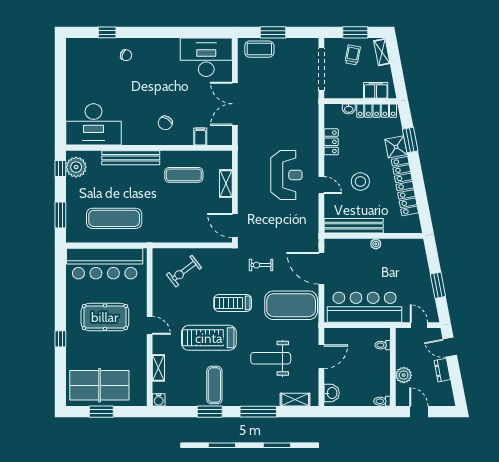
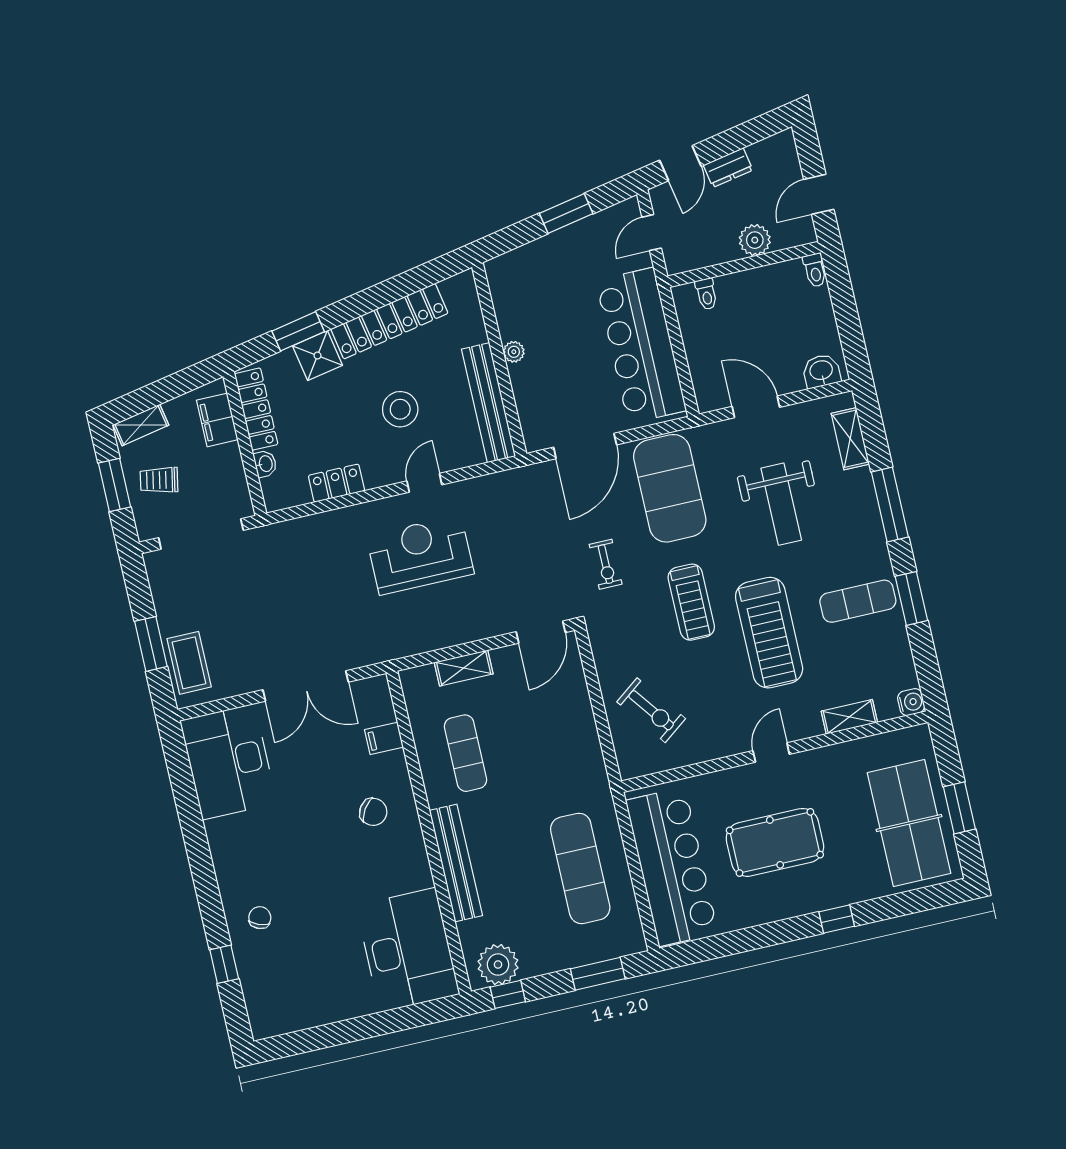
pool table: (105, 317) -> (775, 842), turned 90

